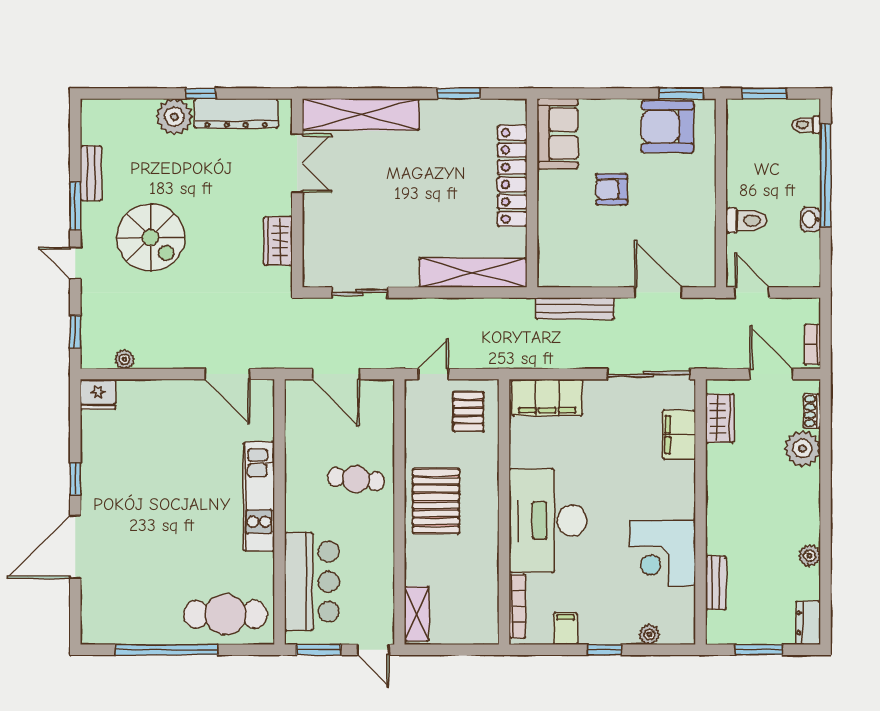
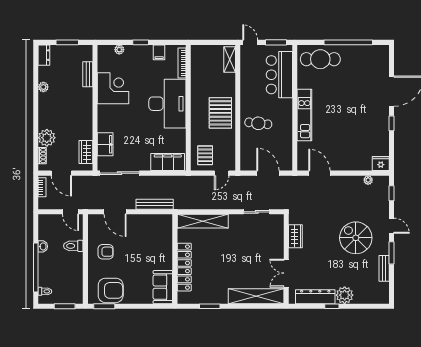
armchair: (612, 189) -> (106, 252), moved

